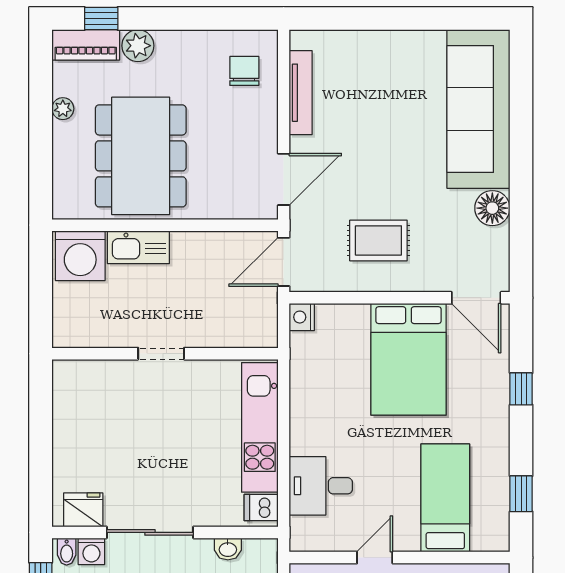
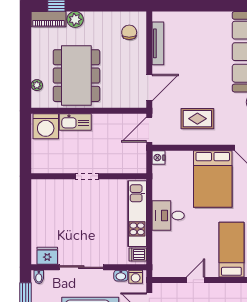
plant: (63, 109) -> (37, 85), moved
desk: (321, 486) -> (168, 215), moved
washing machine: (91, 551) -> (136, 277), moved

